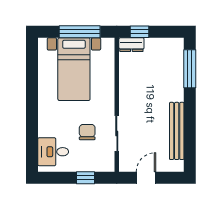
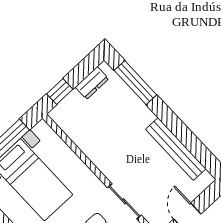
dresser: (131, 45) -> (92, 83), moved

